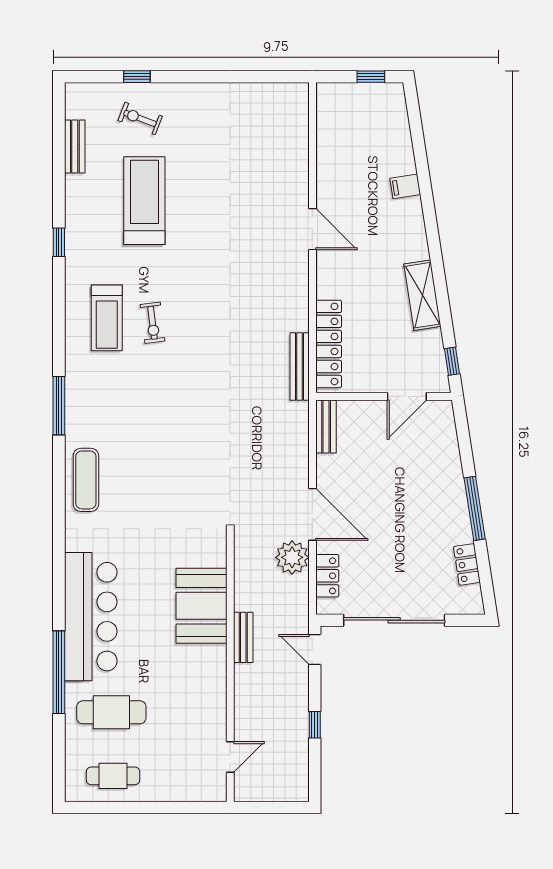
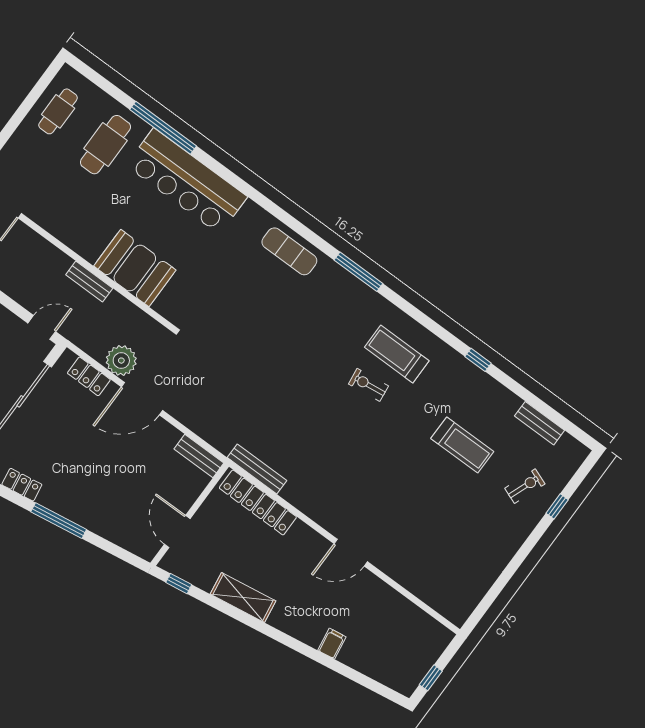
treadmill: (144, 201) -> (462, 445), width x0.73, depth x0.73

